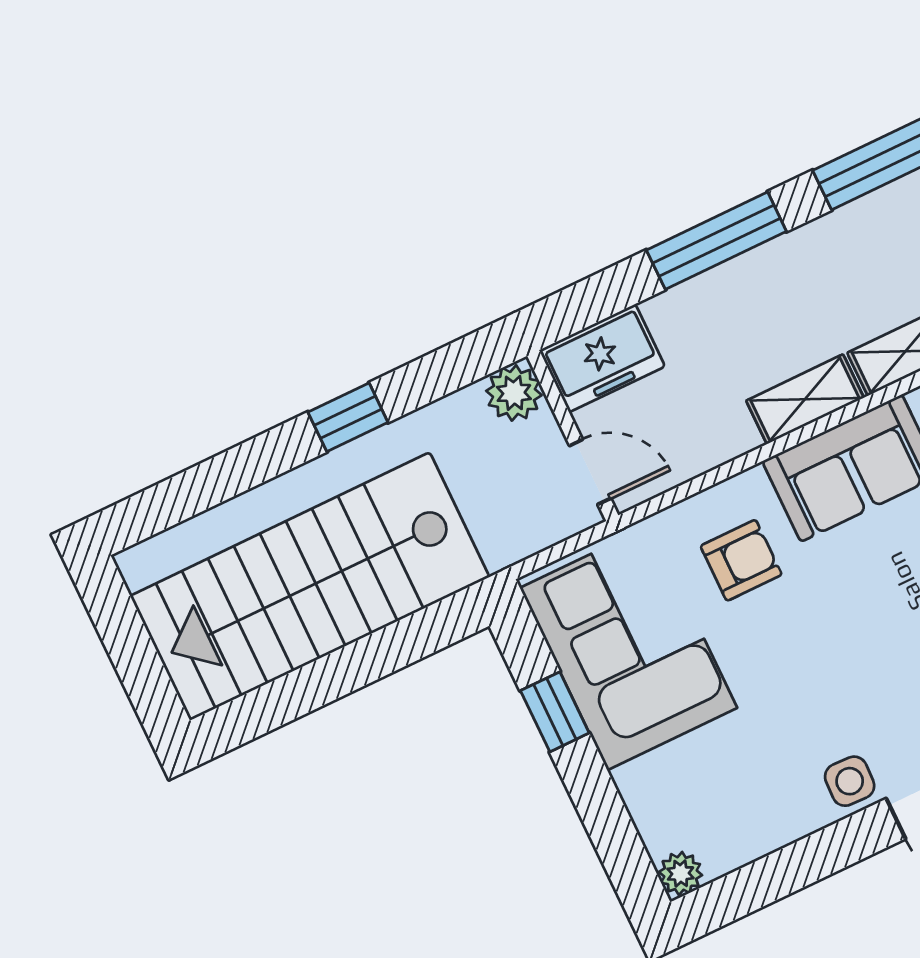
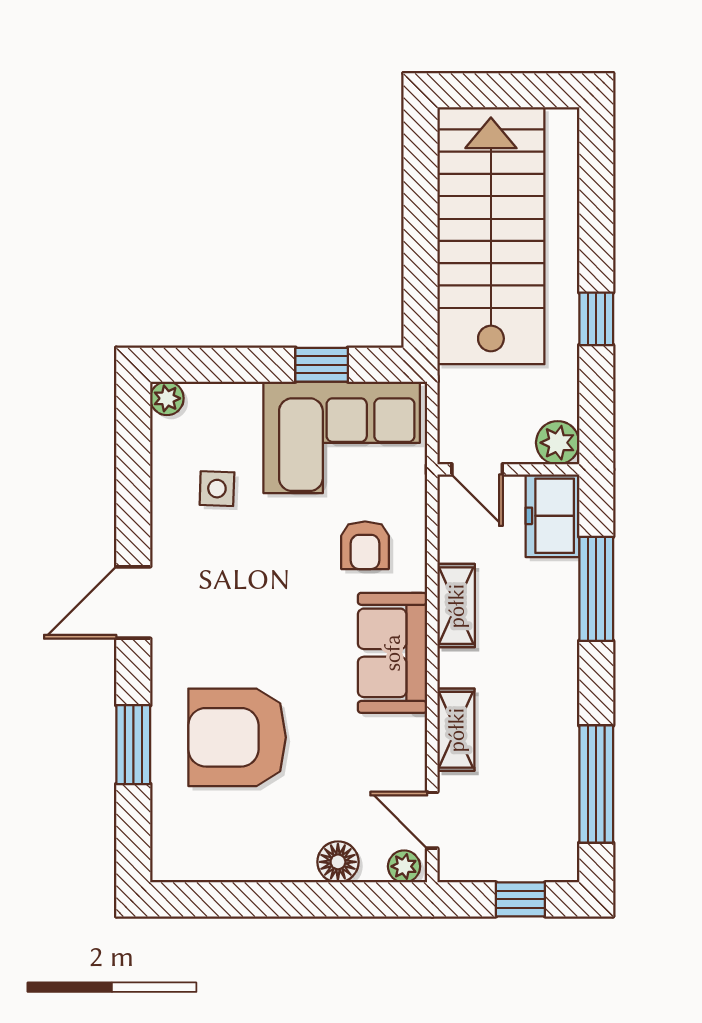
window: (716, 241) -> (596, 589), moved
shelving: (805, 399) -> (456, 606), moved
door: (590, 472) -> (477, 469), hinge flipped
side table: (850, 781) -> (217, 489), moved

